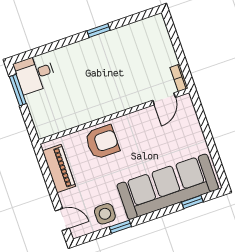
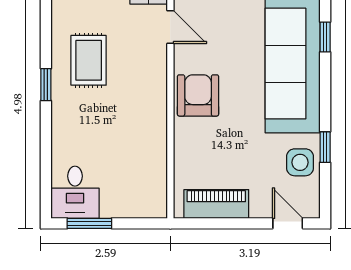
rug: (124, 53) -> (89, 60), added
armchair: (102, 142) -> (198, 95), moved
door: (62, 219) -> (288, 223), hinge flipped

